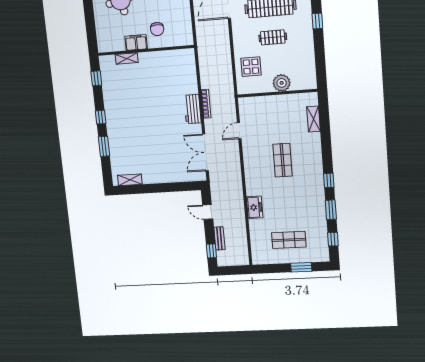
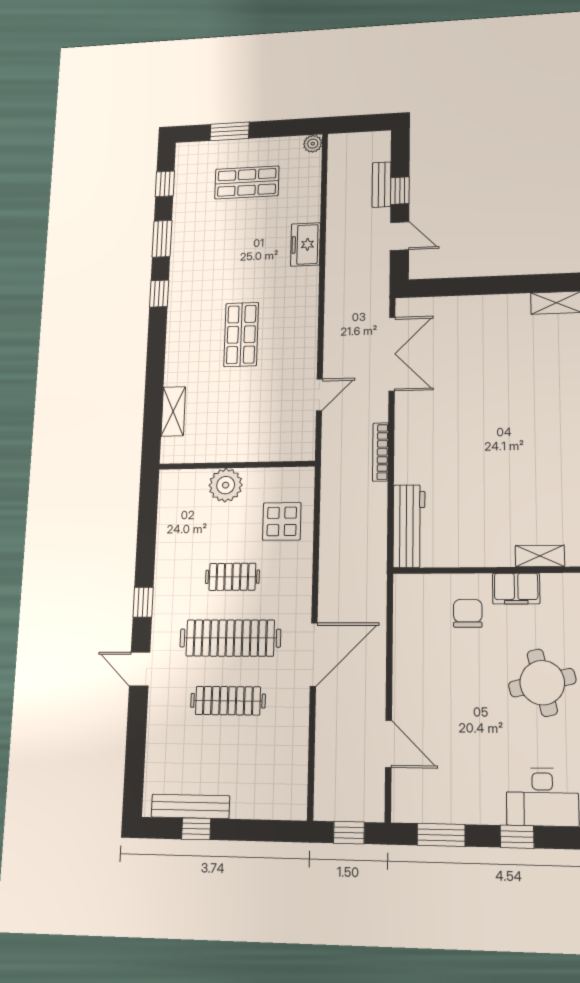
workbench: (192, 109) -> (409, 526), moved, width x1.38
window: (211, 251) -> (400, 191), moved
plant: (257, 260) -> (313, 144), added

